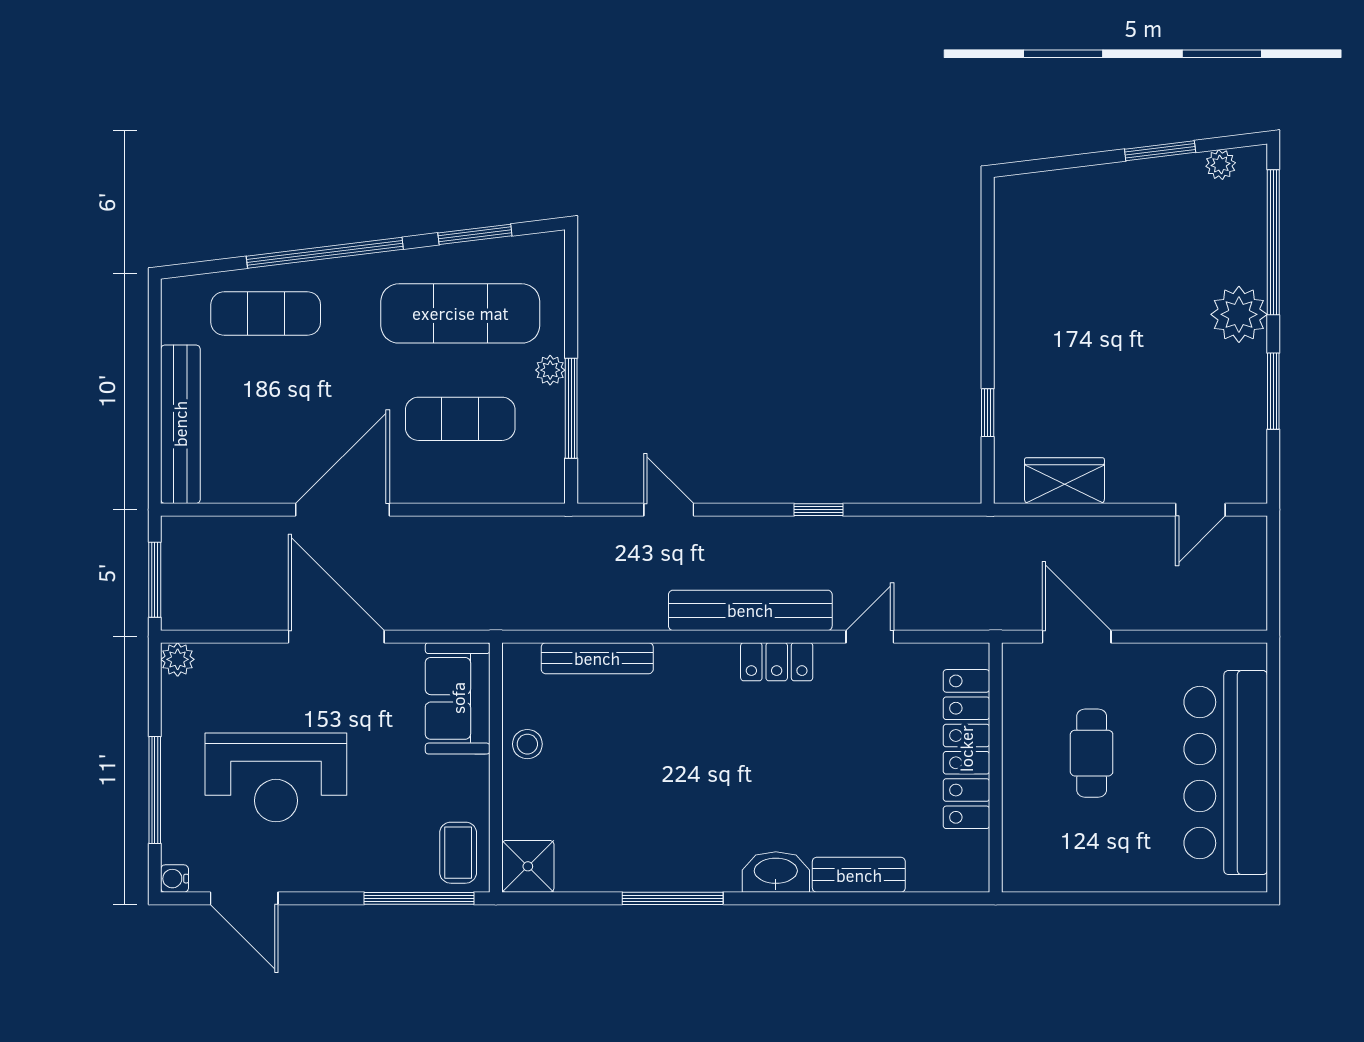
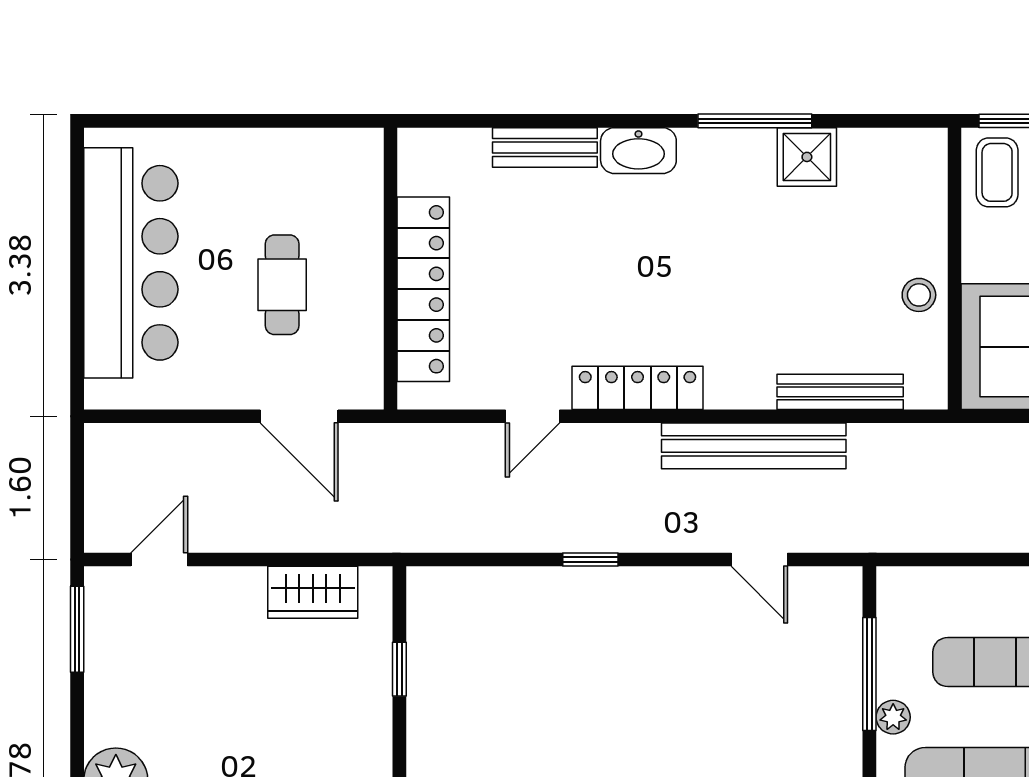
window: (1273, 391) -> (77, 629), moved
bench: (750, 610) -> (754, 446), moved
locker: (777, 662) -> (638, 388), width x1.53
shower: (528, 866) -> (807, 157), moved

